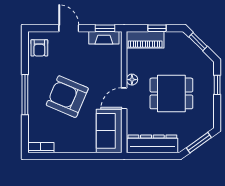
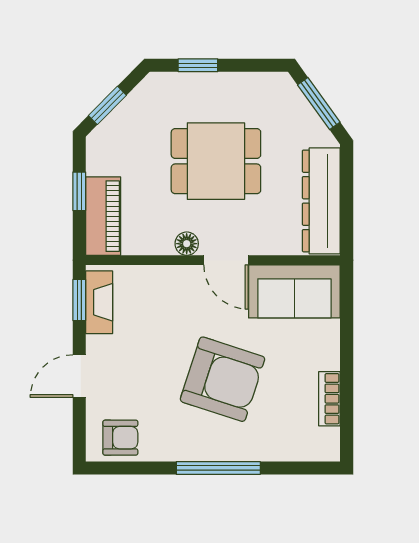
dining table: (171, 93) -> (216, 161), turned 90
armchair: (67, 97) -> (223, 379), turned -95
bookcase: (41, 148) -> (329, 399), moved

